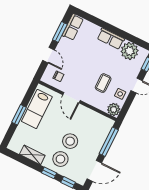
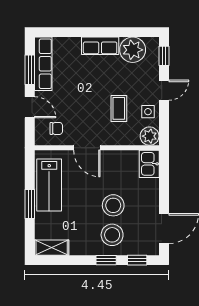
row of seats: (73, 27) -> (43, 64), width x1.48
kitchen sink: (105, 127) -> (149, 164), added
window: (109, 142) -> (164, 181), removed
shelving: (32, 155) -> (52, 248), moved

